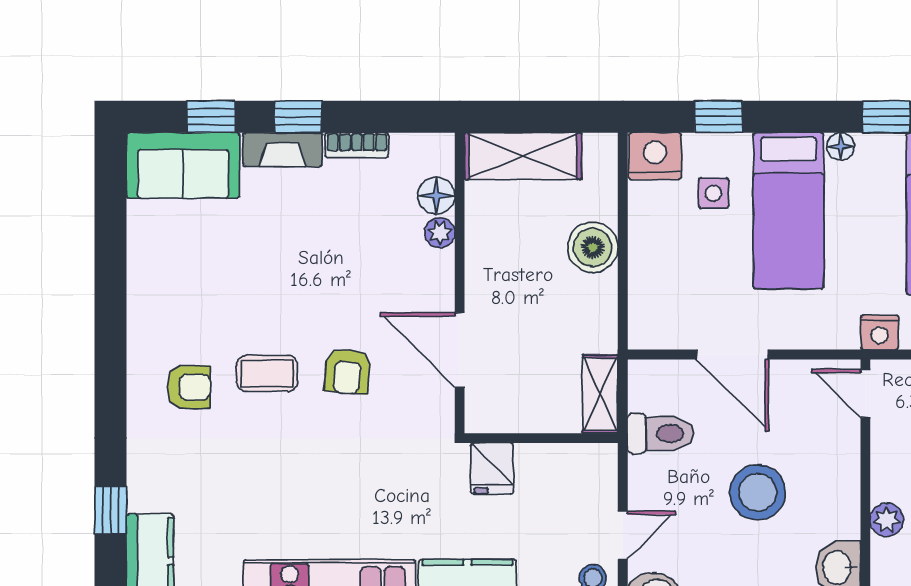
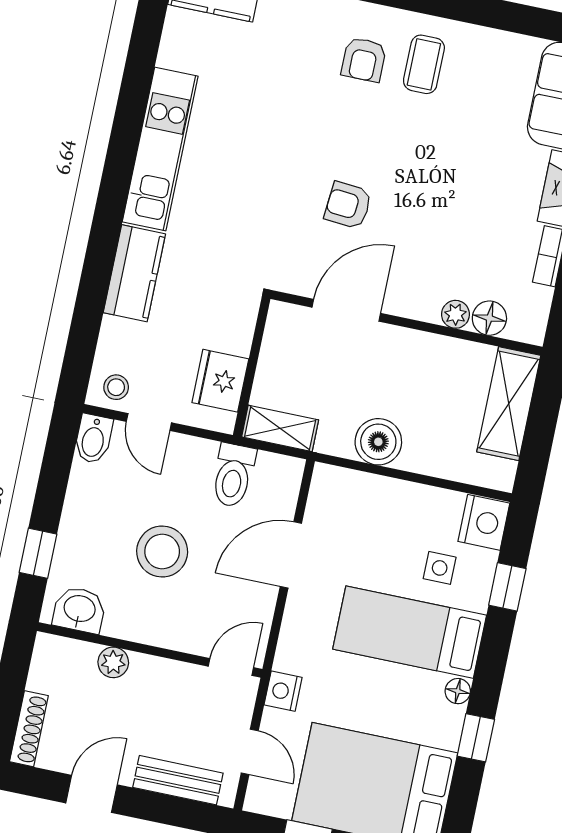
boiler: (593, 247) -> (378, 442), moved
coffee table: (267, 373) -> (424, 64), moved
fridge: (492, 468) -> (220, 381), moved, width x1.38

